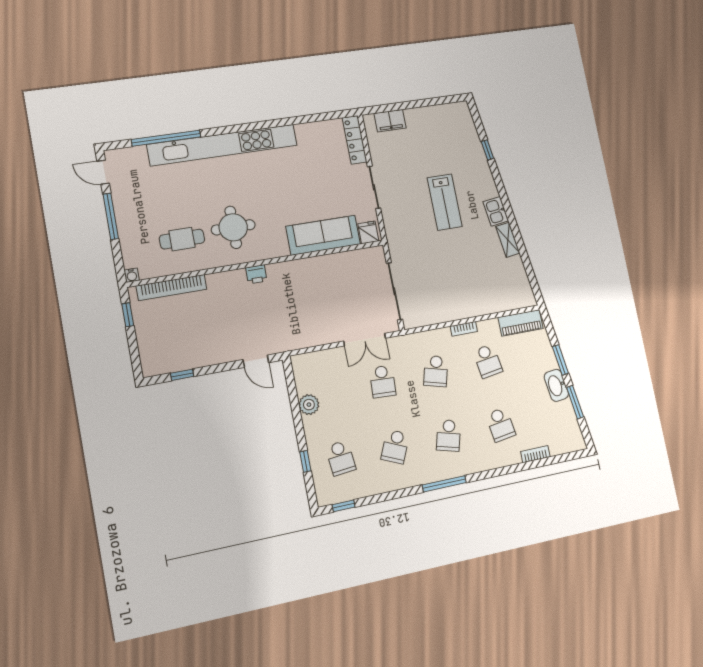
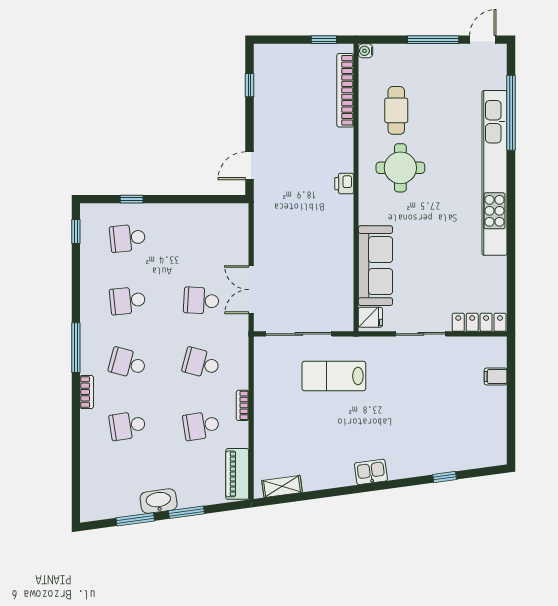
filing cabinet: (390, 121) -> (496, 376), width x0.50
lab bench: (445, 202) -> (334, 376), moved
shelving: (508, 240) -> (282, 486), moved
plant: (309, 405) -> (192, 214), removed
school desk: (395, 447) -> (127, 301), turned -30
bookcase: (535, 454) -> (87, 392), moved

